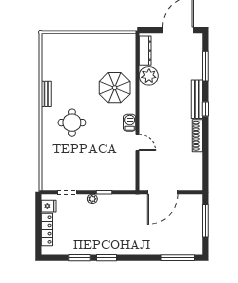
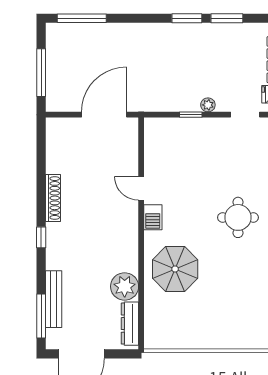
window: (205, 66) -> (41, 316), moved
bench: (197, 99) -> (54, 299), moved

